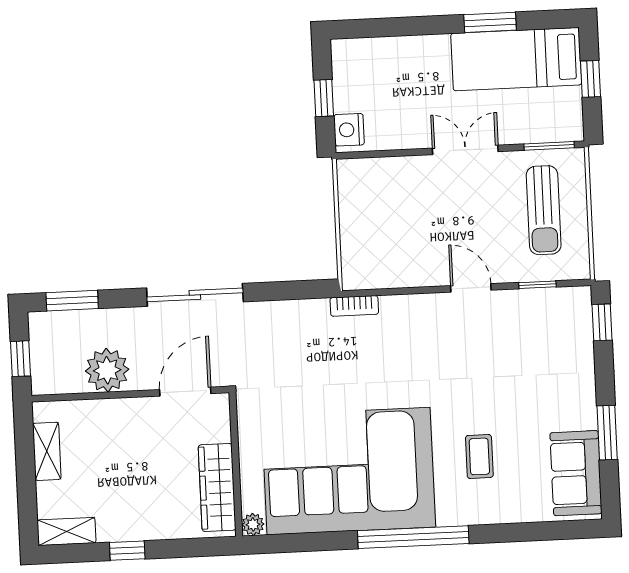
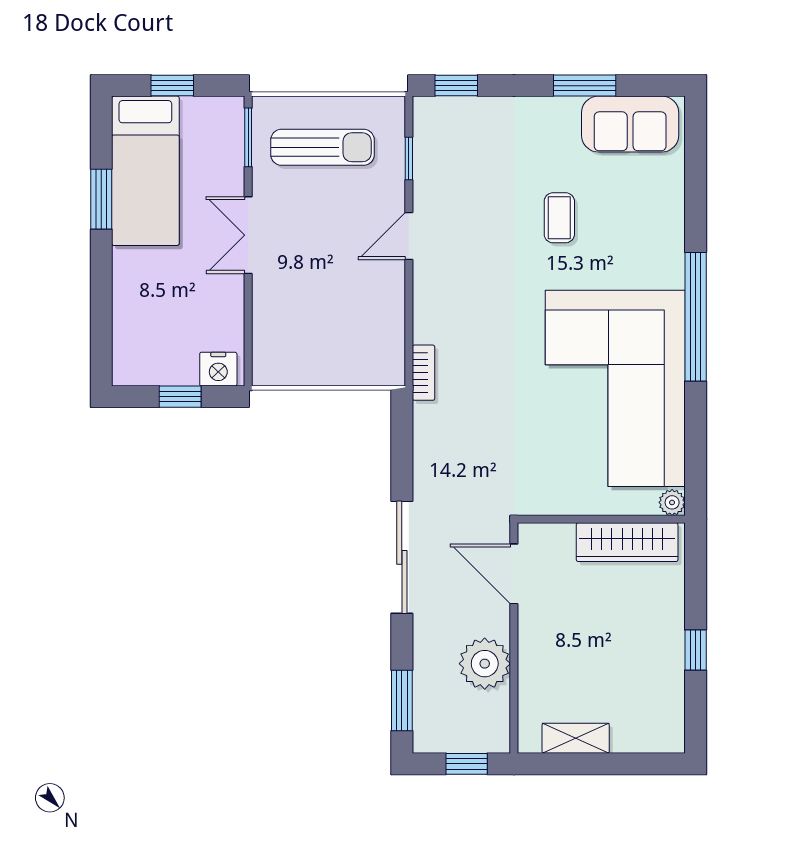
coffee table: (479, 456) -> (559, 218), moved, turned 90
shelving: (67, 531) -> (670, 720), removed

